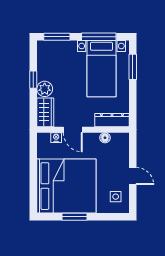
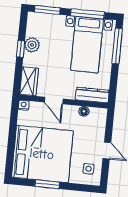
window: (133, 67) -> (117, 46), width x1.44
plant: (45, 89) -> (32, 45), moved
nightstand: (56, 138) -> (24, 105), moved

